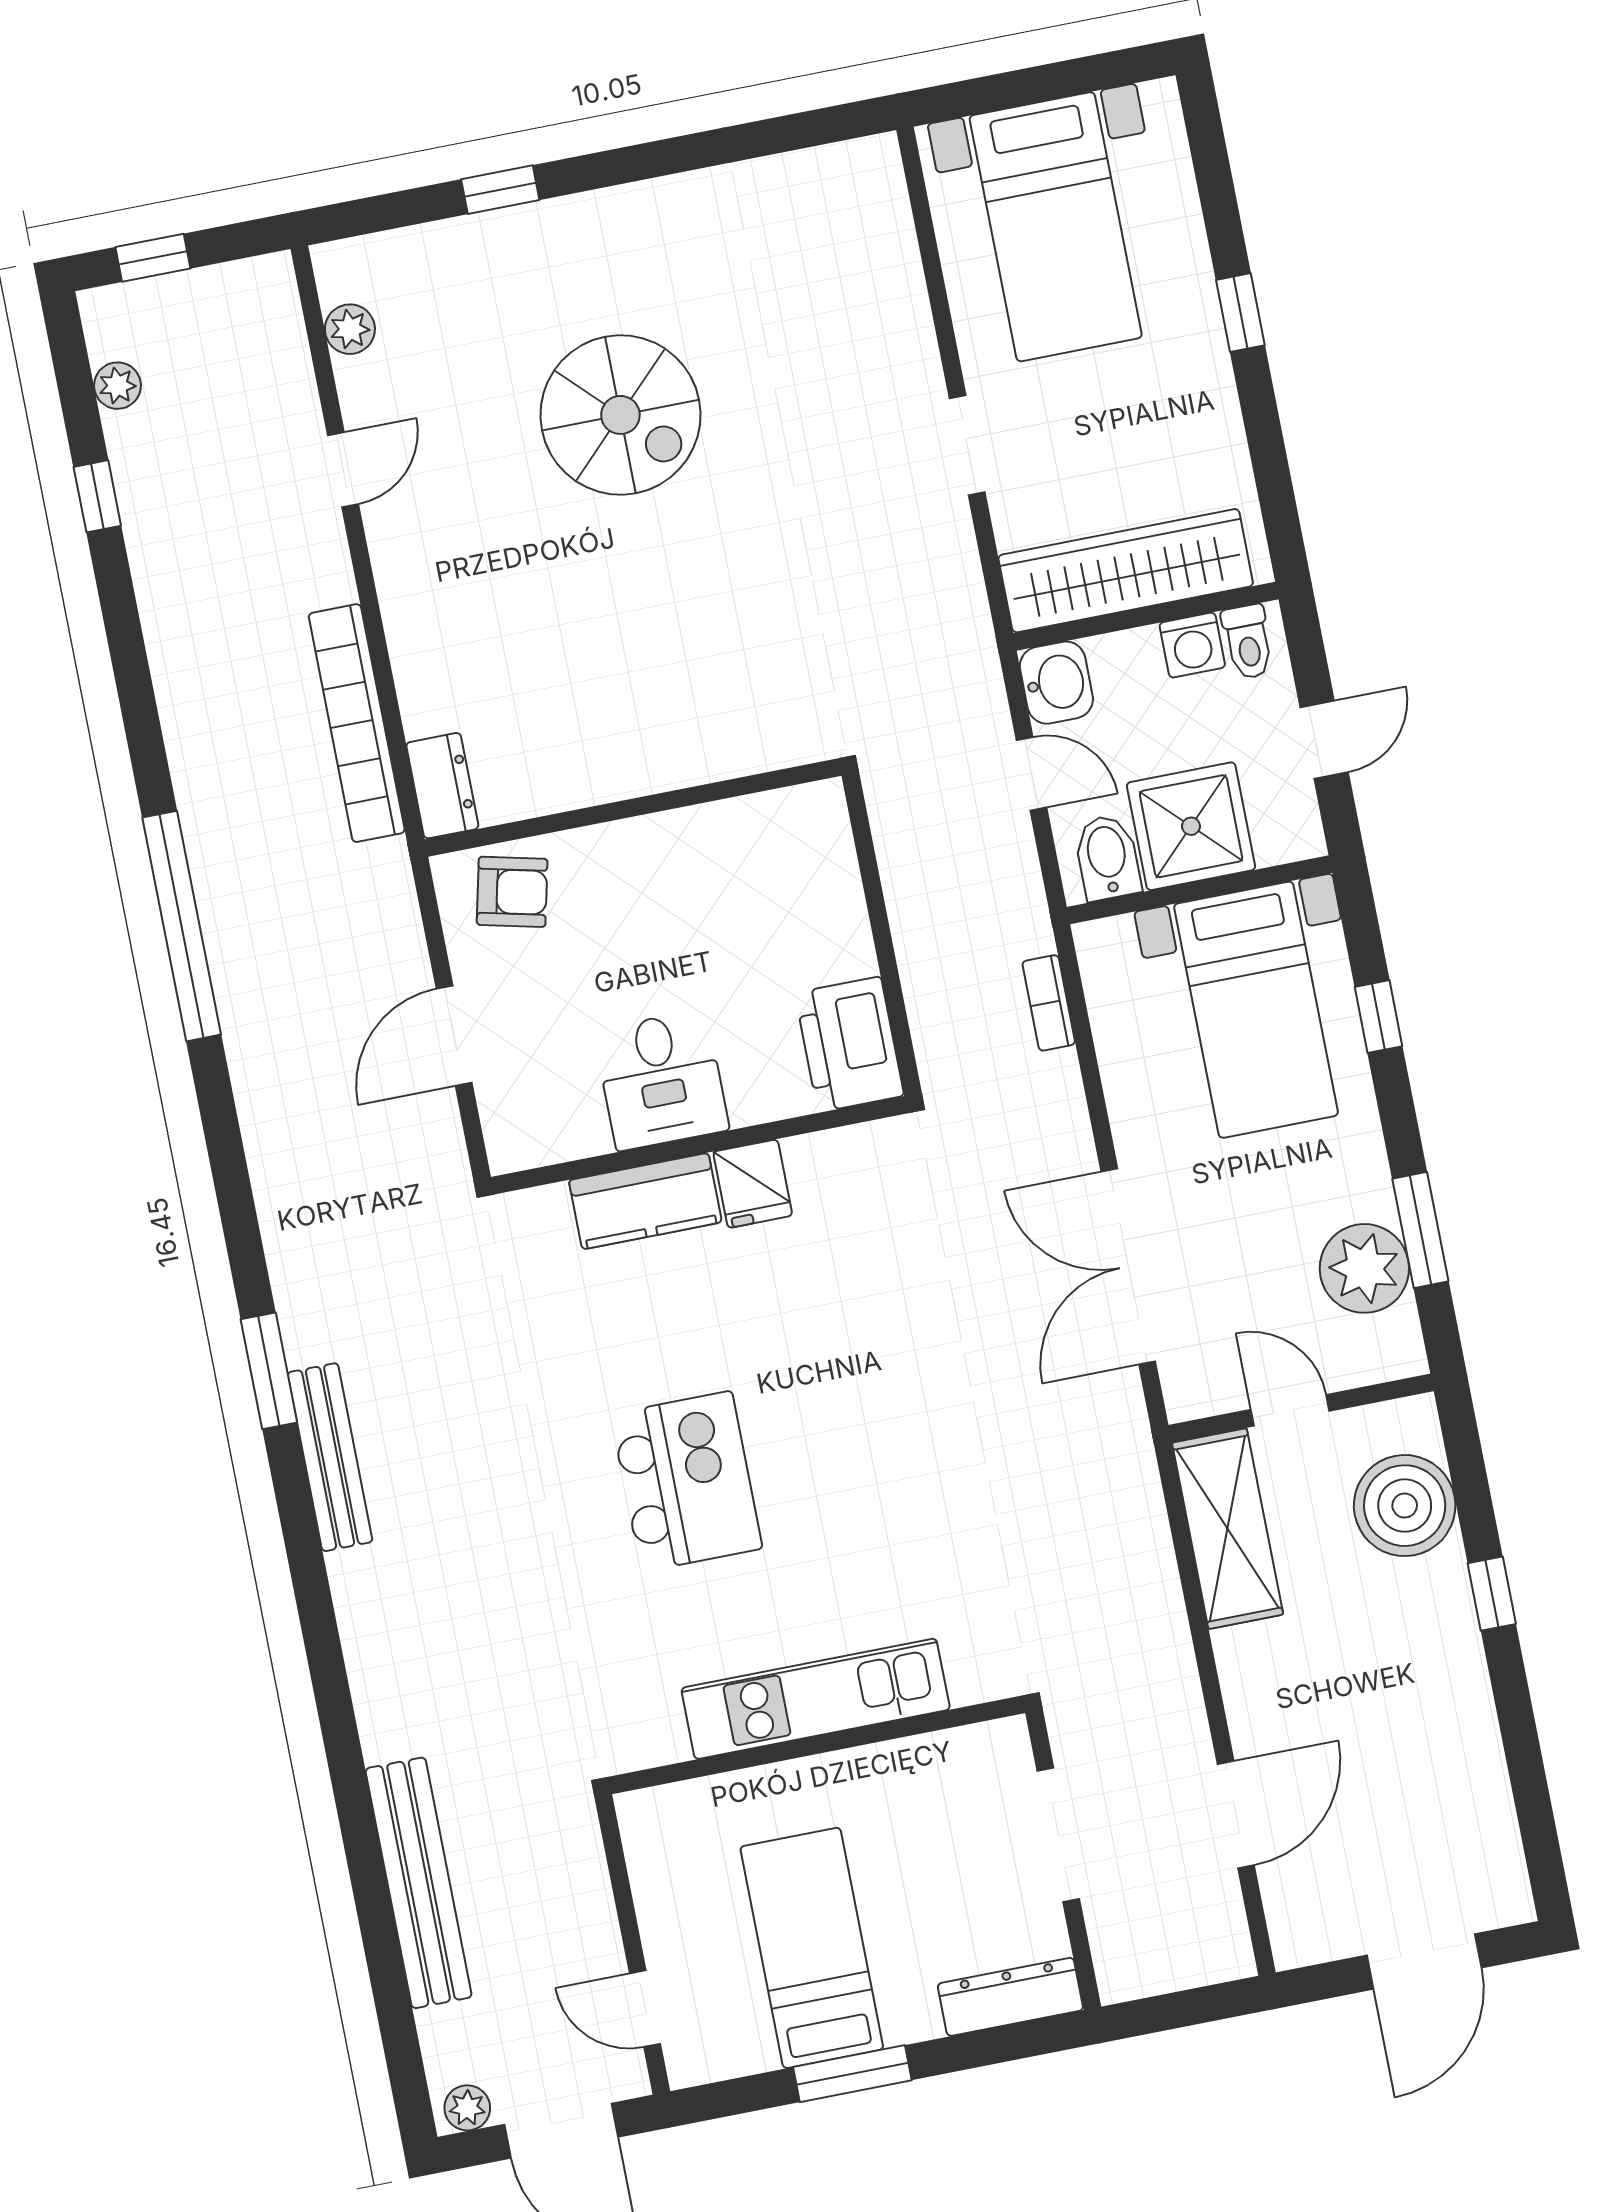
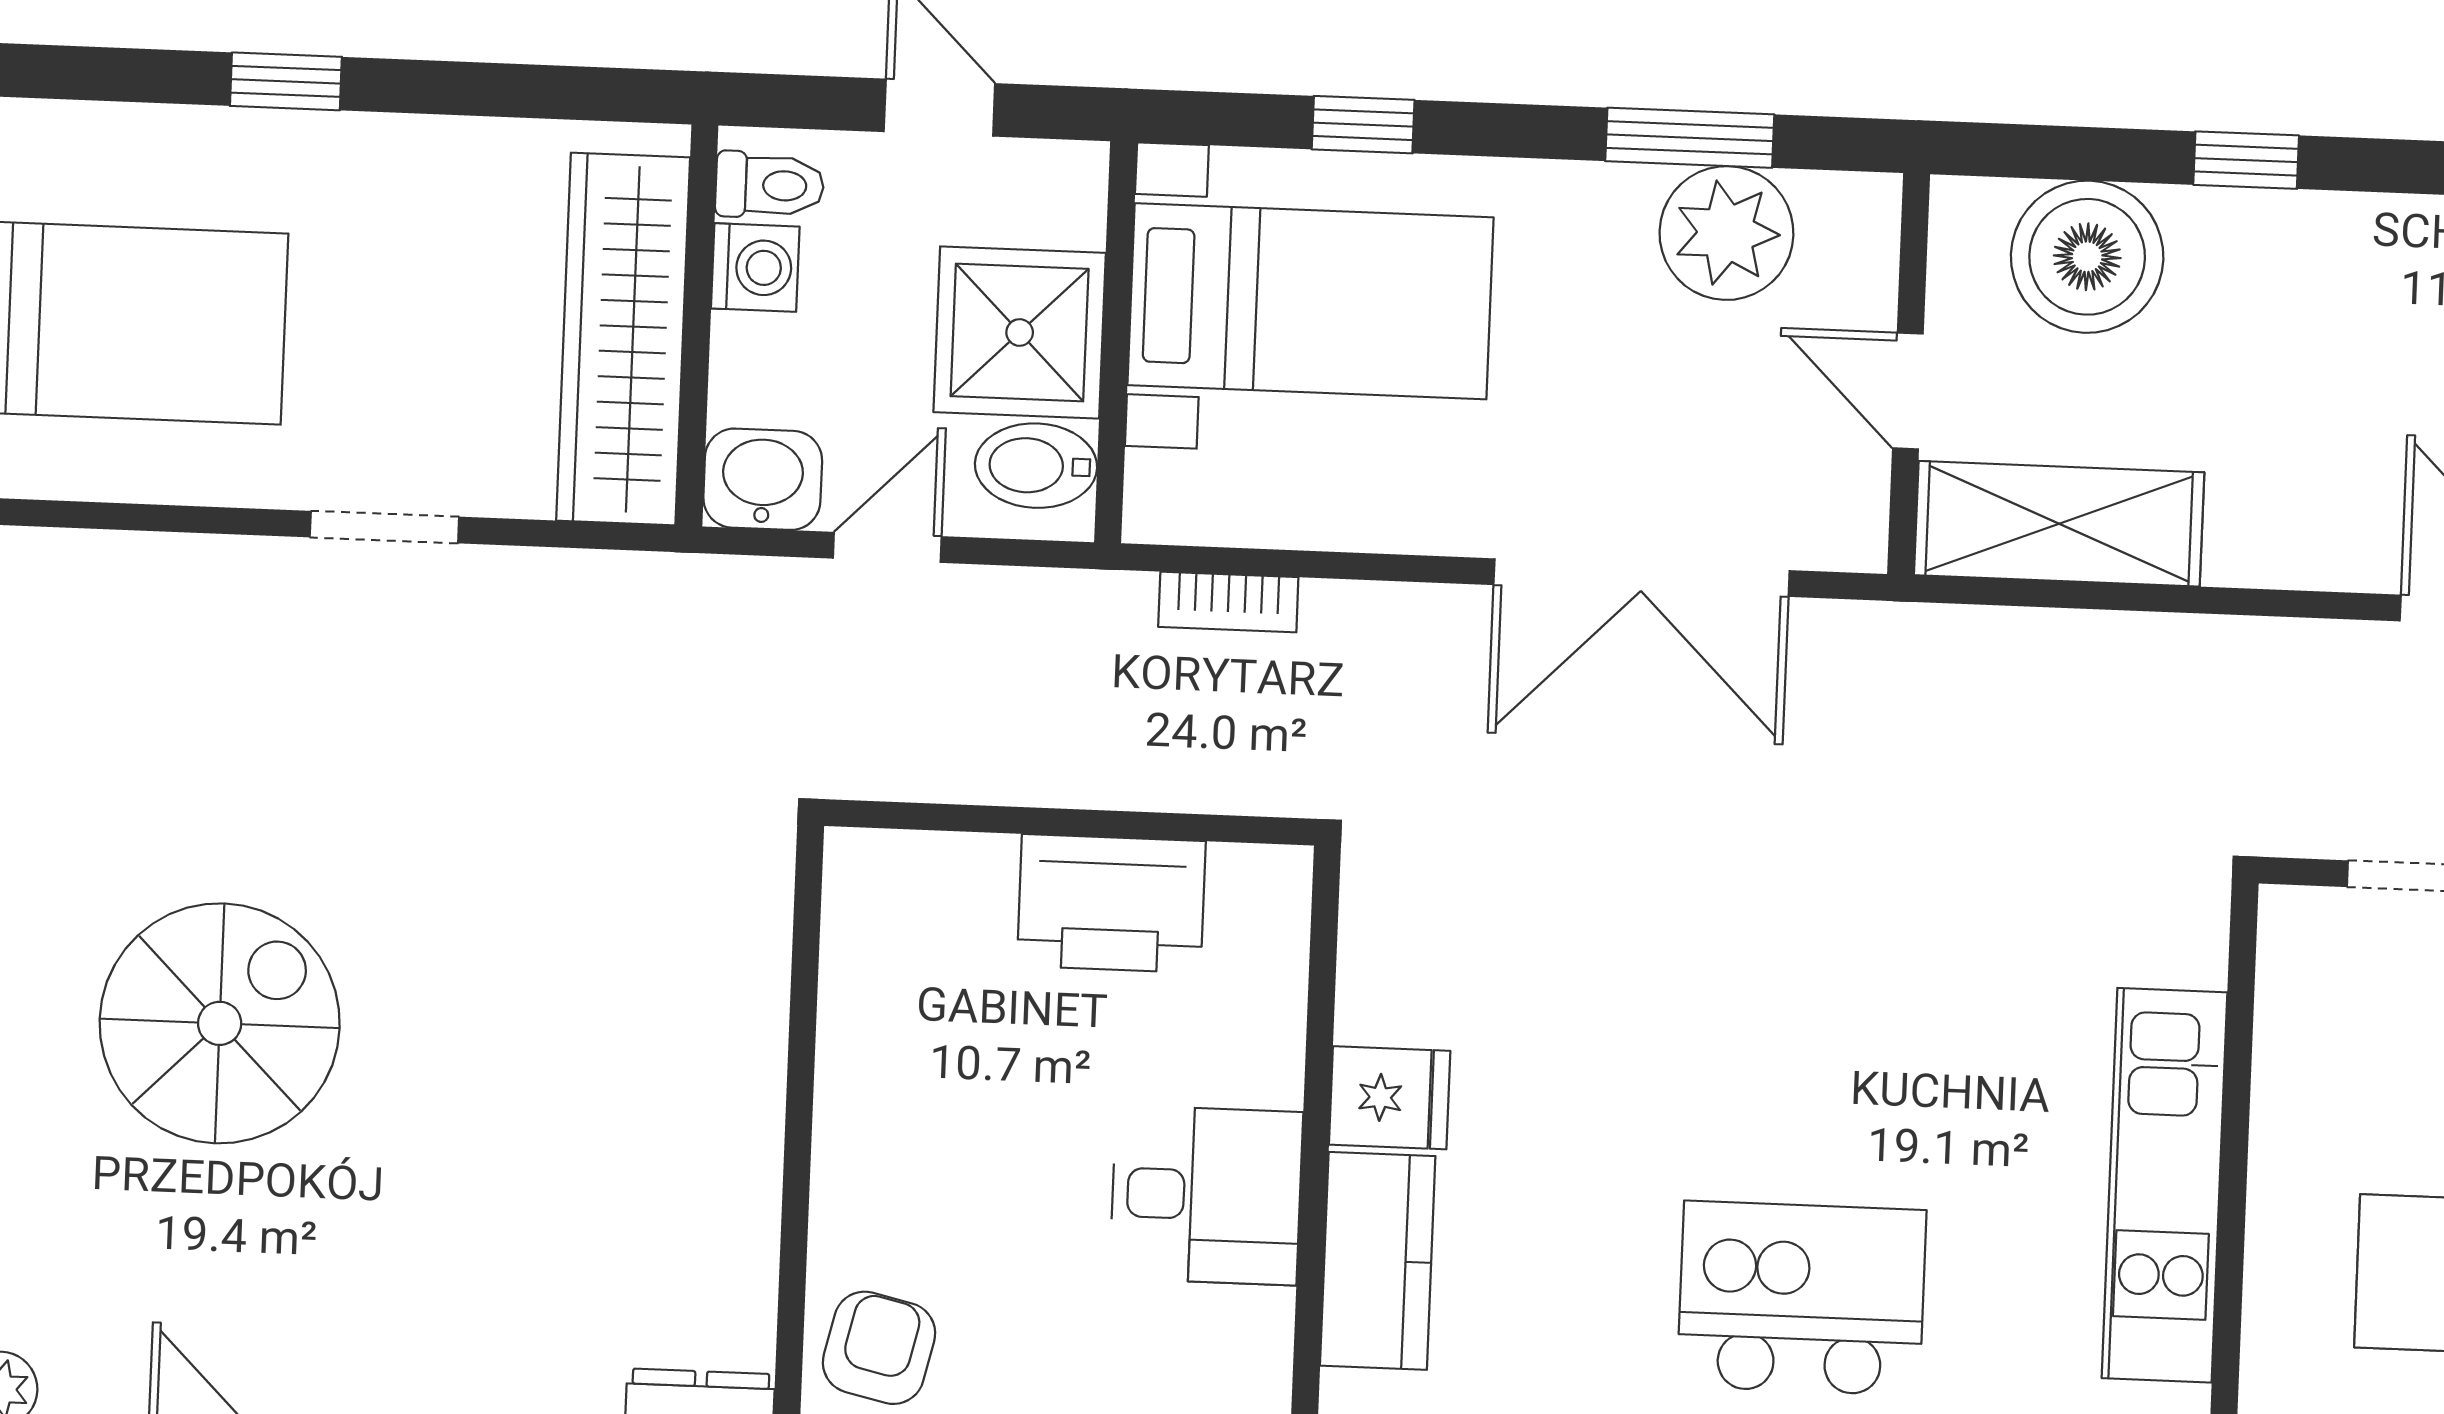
printer: (849, 1044) -> (1111, 904), moved
door: (1290, 1410) -> (1908, 391), hinge flipped

